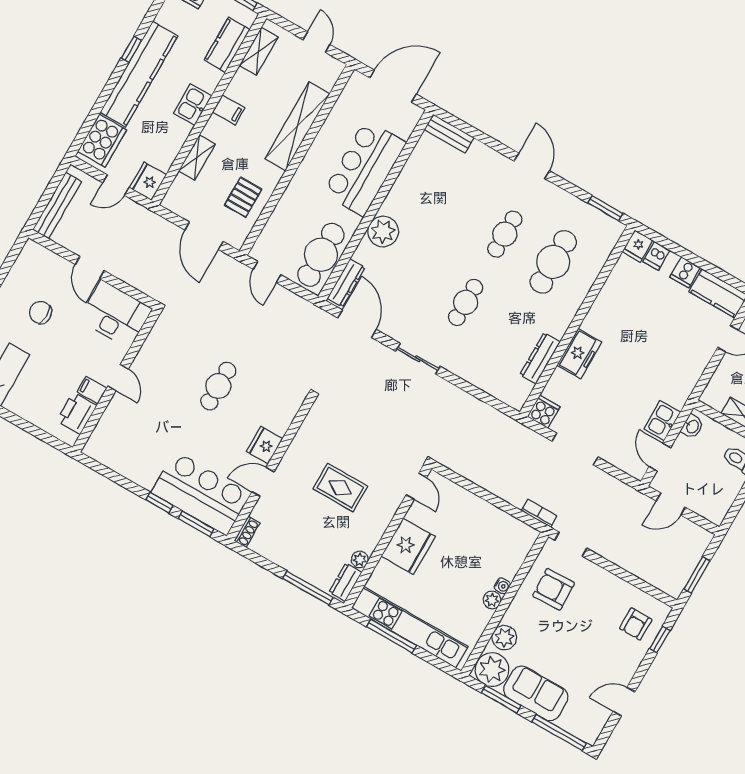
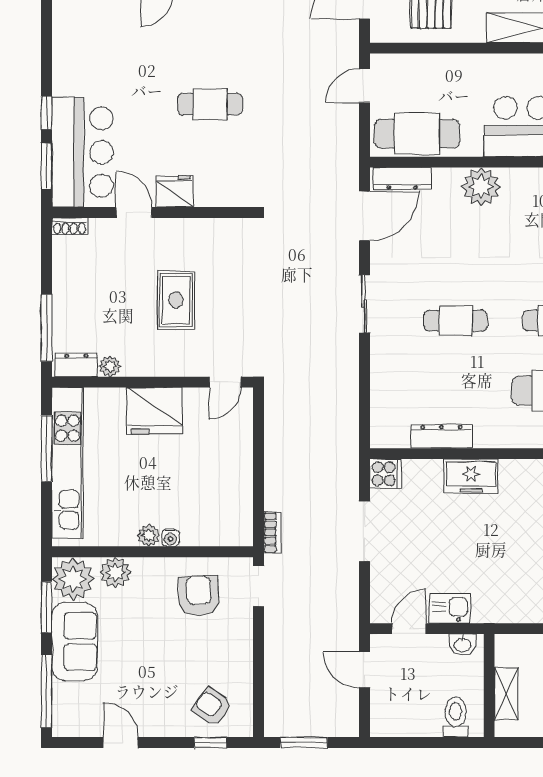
armchair: (636, 624) -> (212, 707), turned 35

